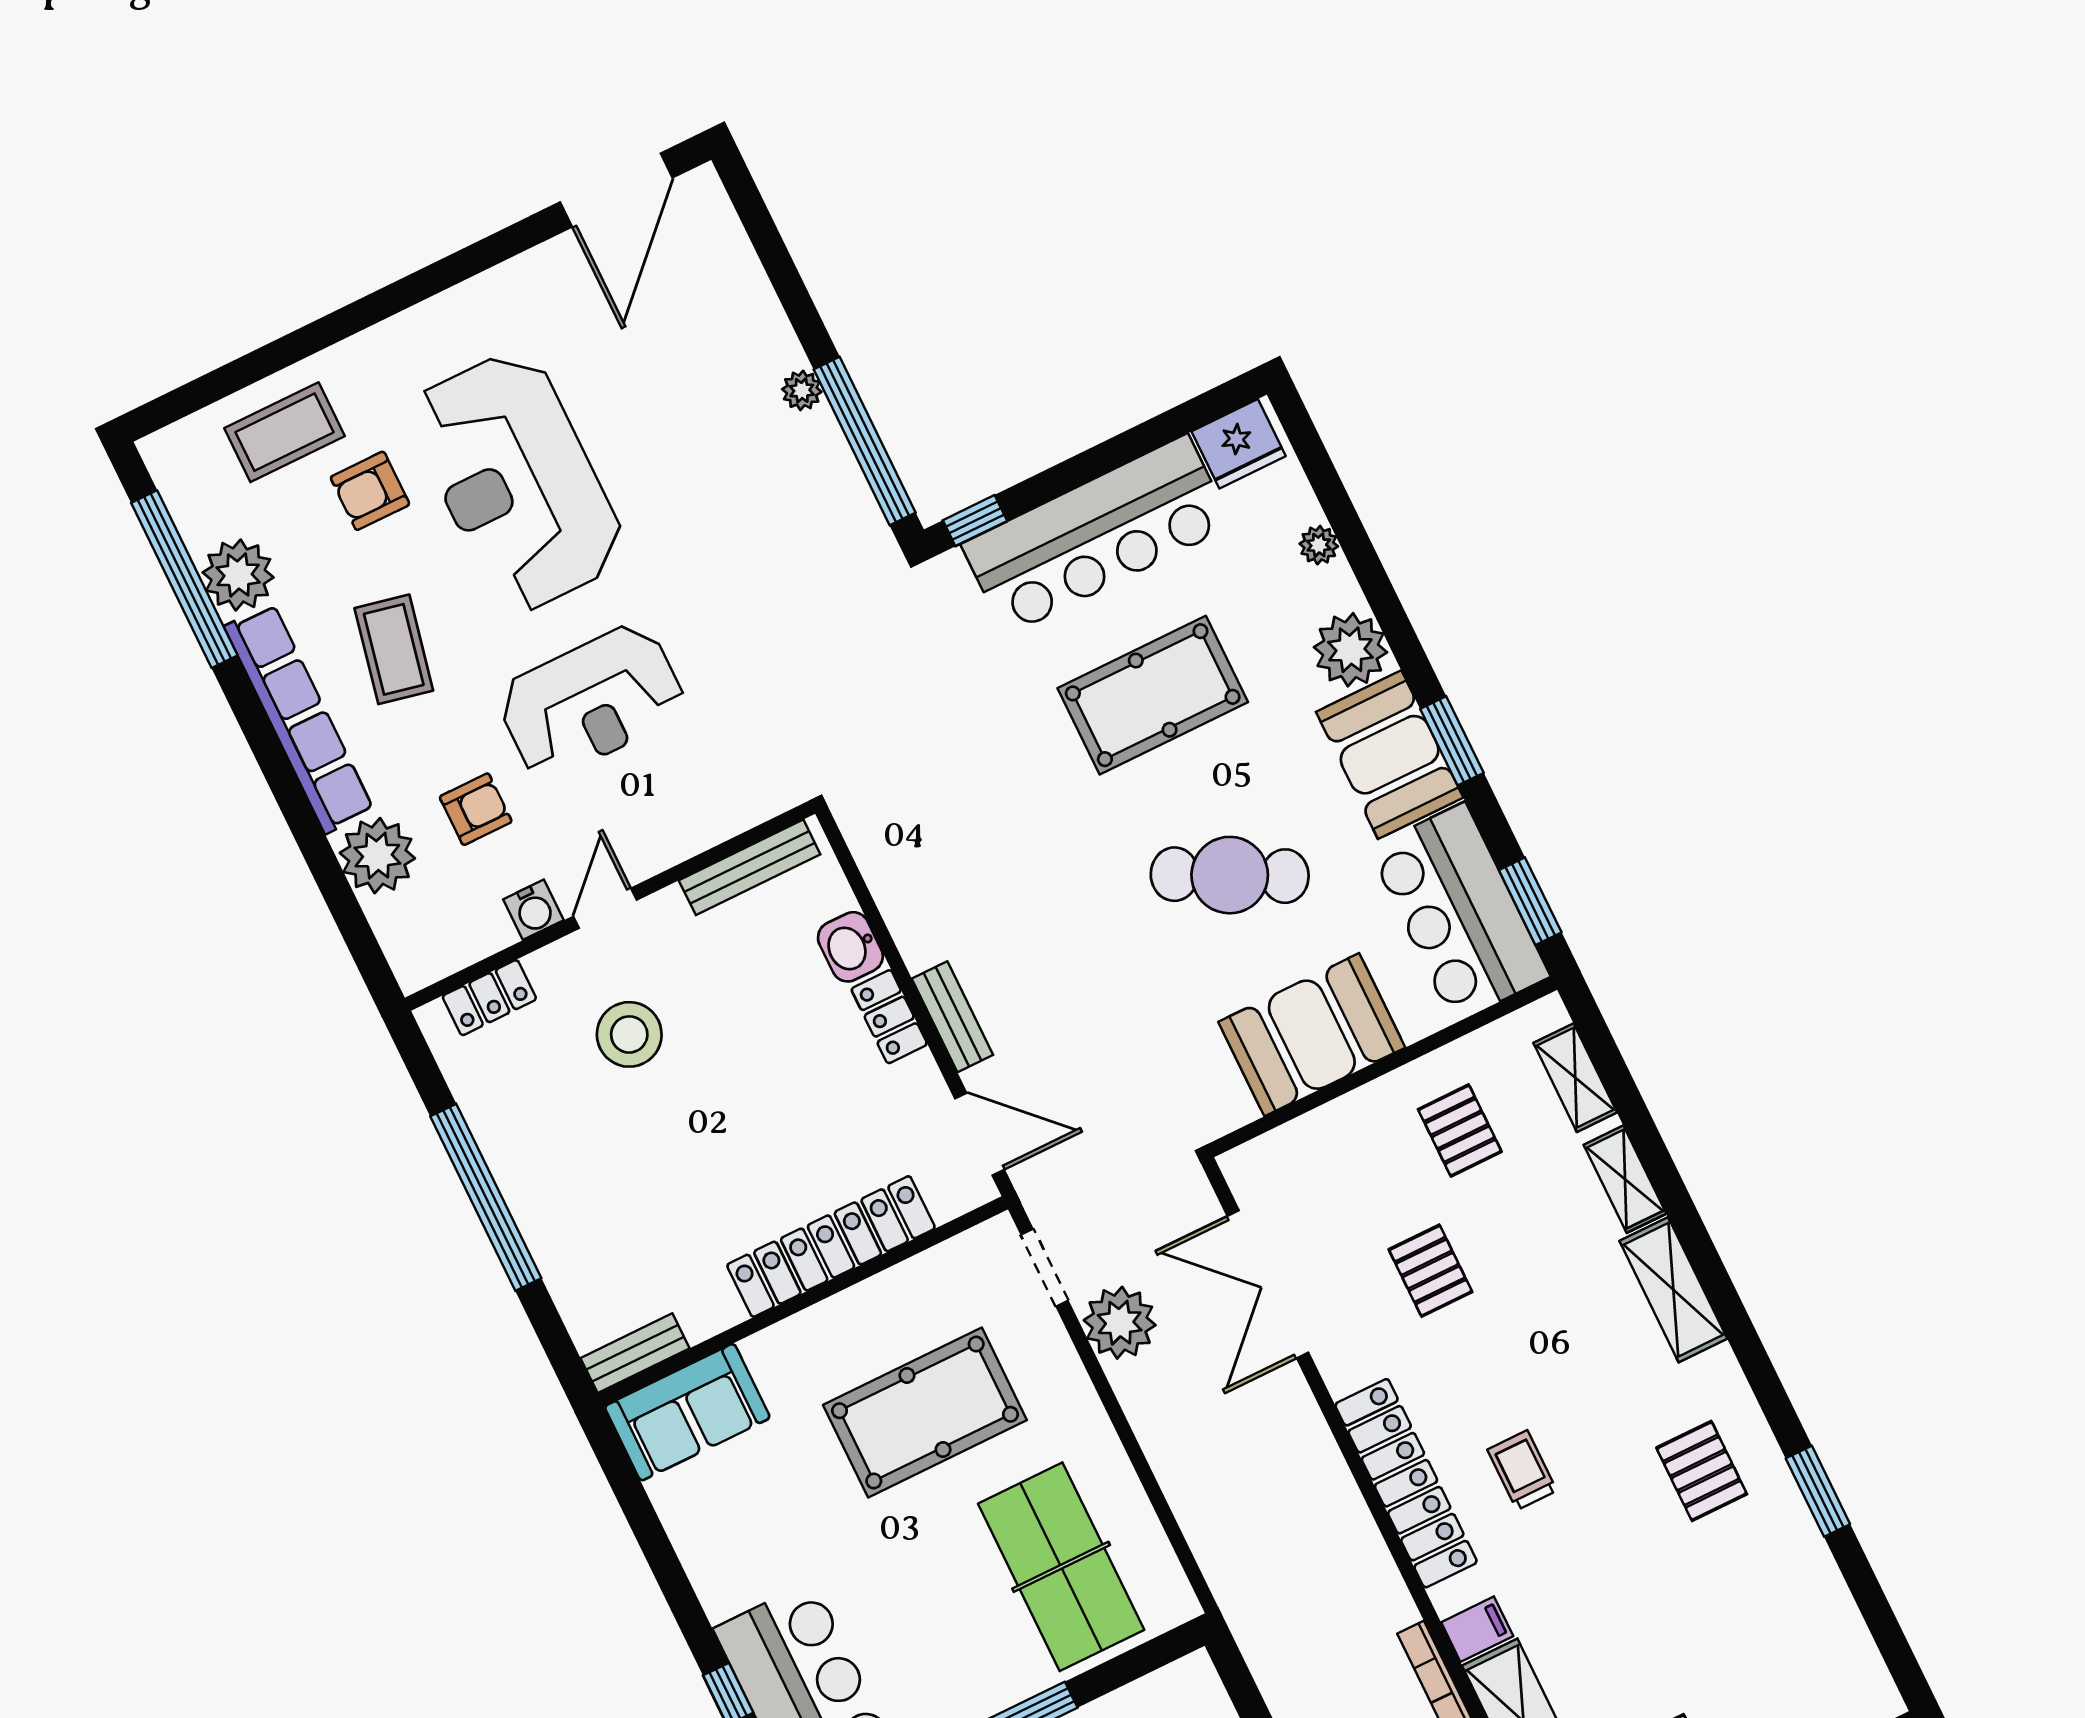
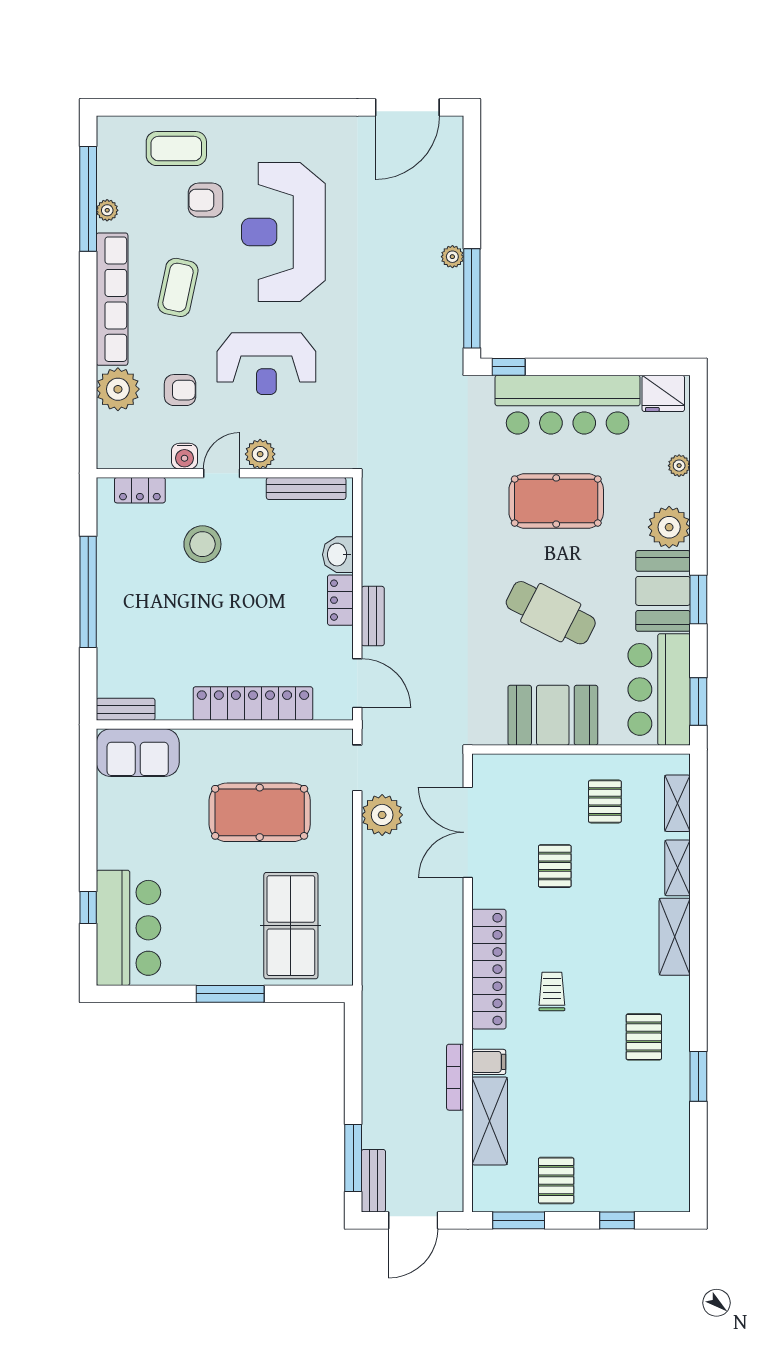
plant: (238, 575) -> (107, 210), width x0.53, depth x0.53
plant: (651, 849) -> (260, 454), added

